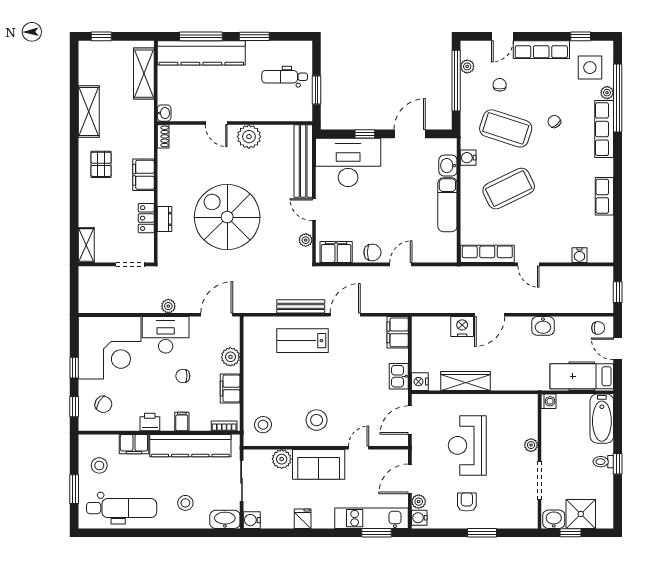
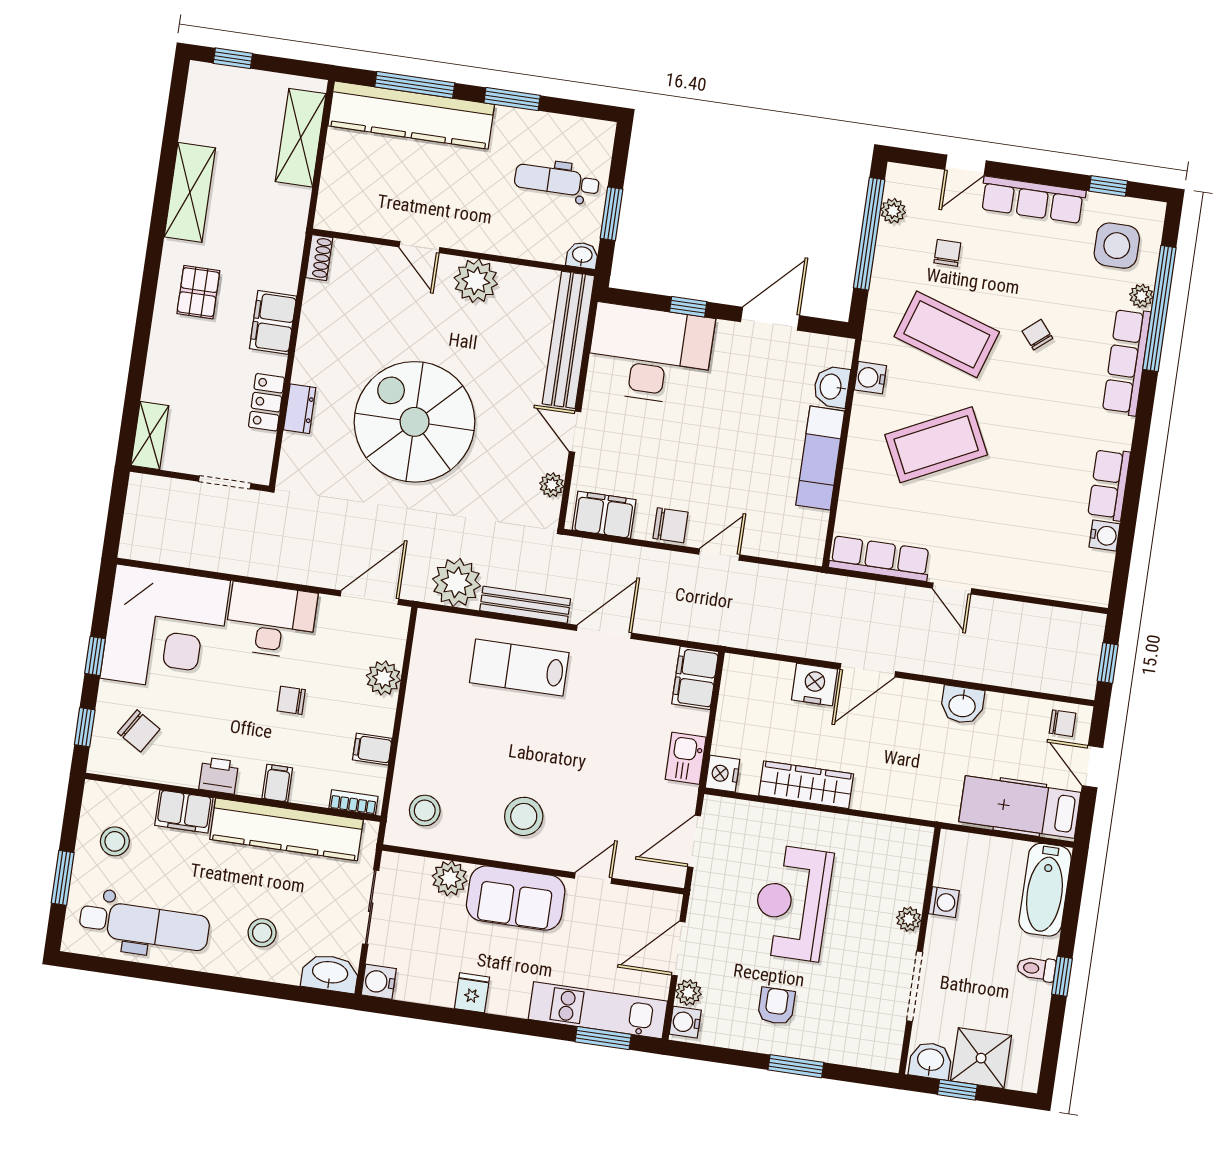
washbasin: (164, 113) -> (582, 255), moved, turned -90
water cooler: (579, 255) -> (1105, 535), moved, turned -90
plant: (168, 306) -> (457, 582), moved, width x1.88, depth x1.88
filing cabinet: (230, 388) -> (372, 749), width x0.50
washing machine: (549, 401) -> (944, 902), moved

